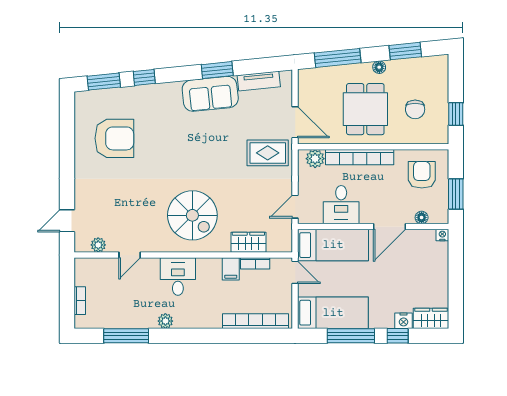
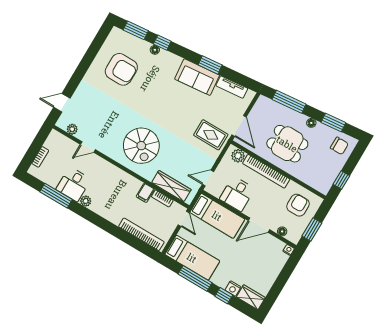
floor lamp: (140, 91) -> (155, 50), added
dining table: (365, 109) -> (287, 144), turned 90
chair: (415, 109) -> (339, 146), moved, turned -90
wardrobe: (248, 242) -> (171, 186), width x1.50
desk: (178, 277) -> (73, 184), moved, turned 180

